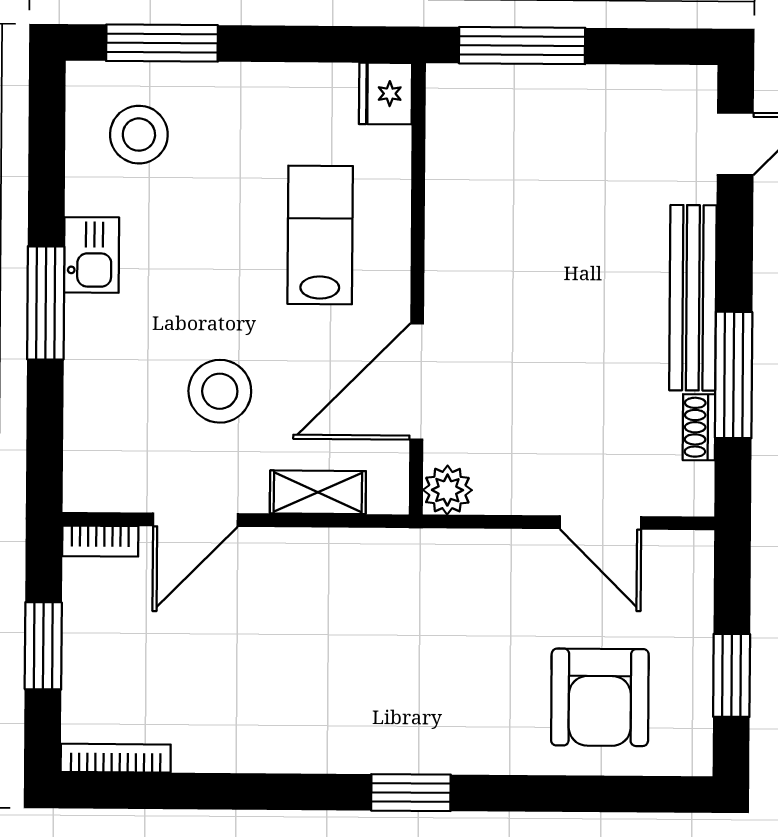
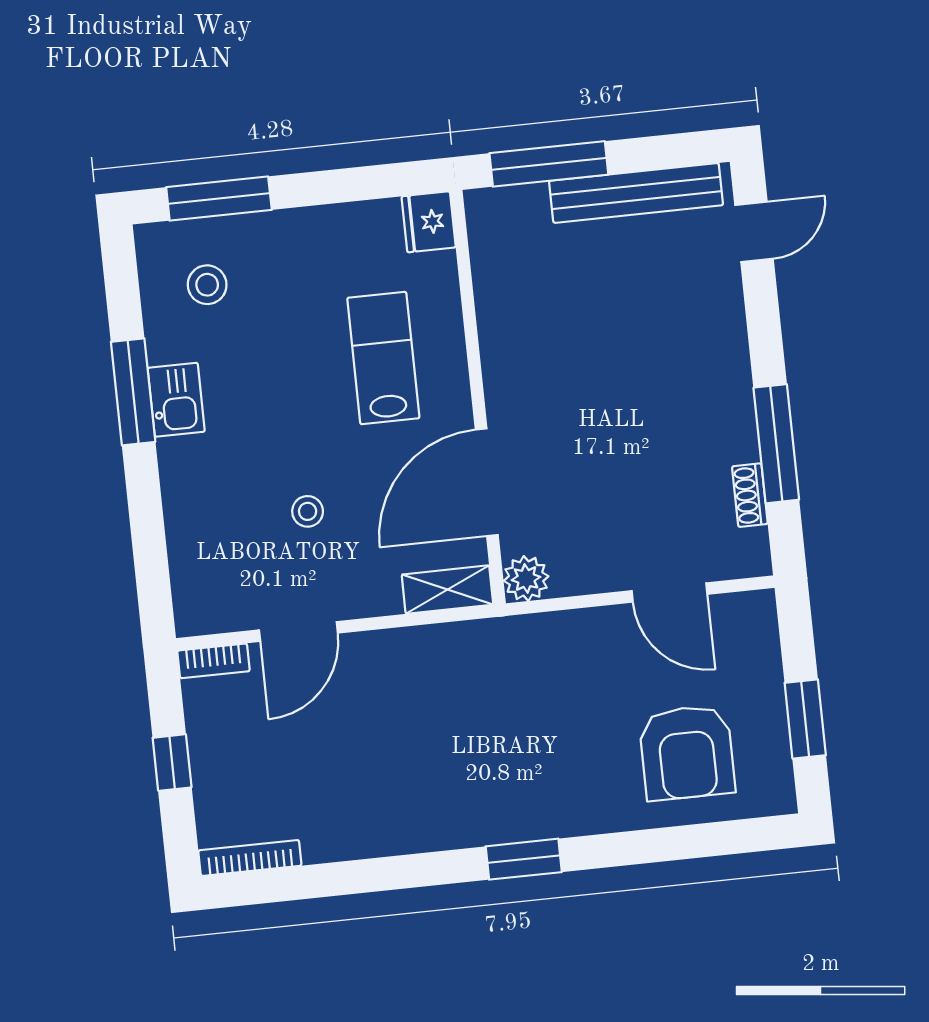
stool: (139, 135) -> (207, 285), width x0.73, depth x0.73
bench: (693, 298) -> (636, 193), moved, turned 90
window: (46, 303) -> (133, 392), moved
stool: (220, 391) -> (308, 511), width x0.53, depth x0.53
shelving: (318, 492) -> (447, 590), moved
window: (43, 646) -> (172, 763), width x0.67

